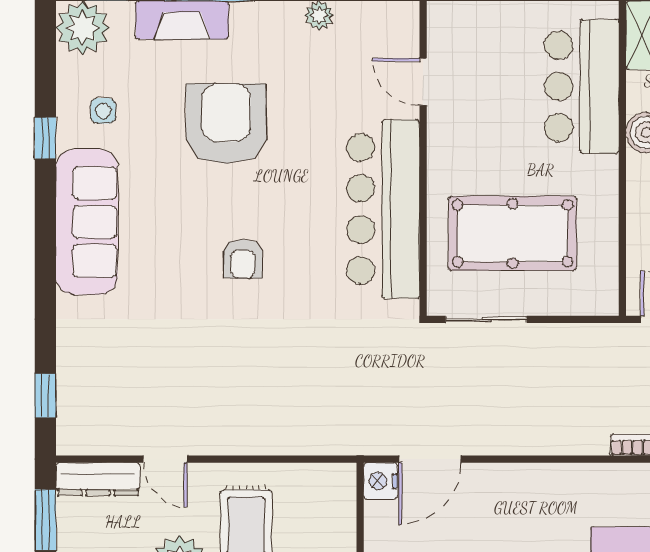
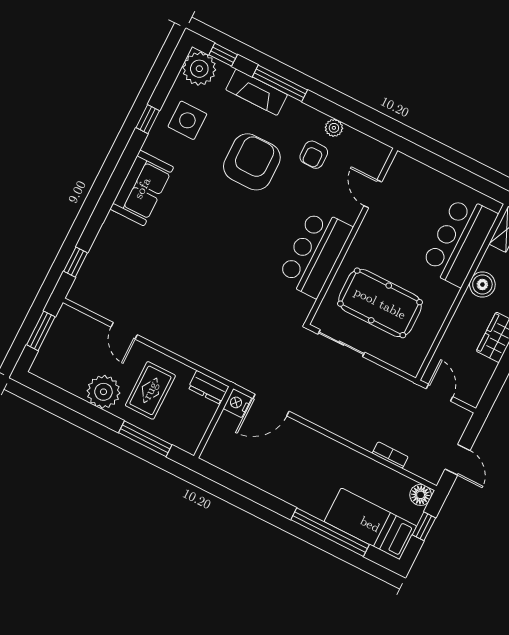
side table: (103, 111) -> (187, 120), width x1.87, depth x1.87
bar counter: (383, 209) -> (315, 253), width x0.73
sofa: (87, 222) -> (142, 188), width x0.73
armchair: (243, 259) -> (314, 155), moved
dresser: (98, 479) -> (209, 387), moved, width x0.70

